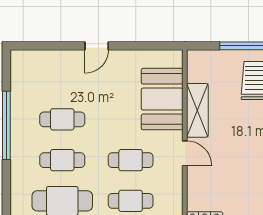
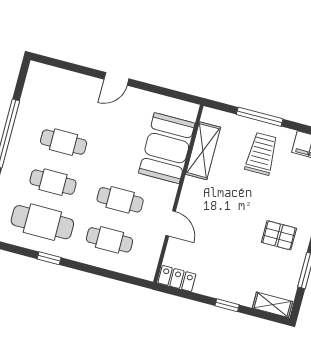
shelving: (197, 110) -> (203, 151), moved
door: (185, 153) -> (171, 223), moved

